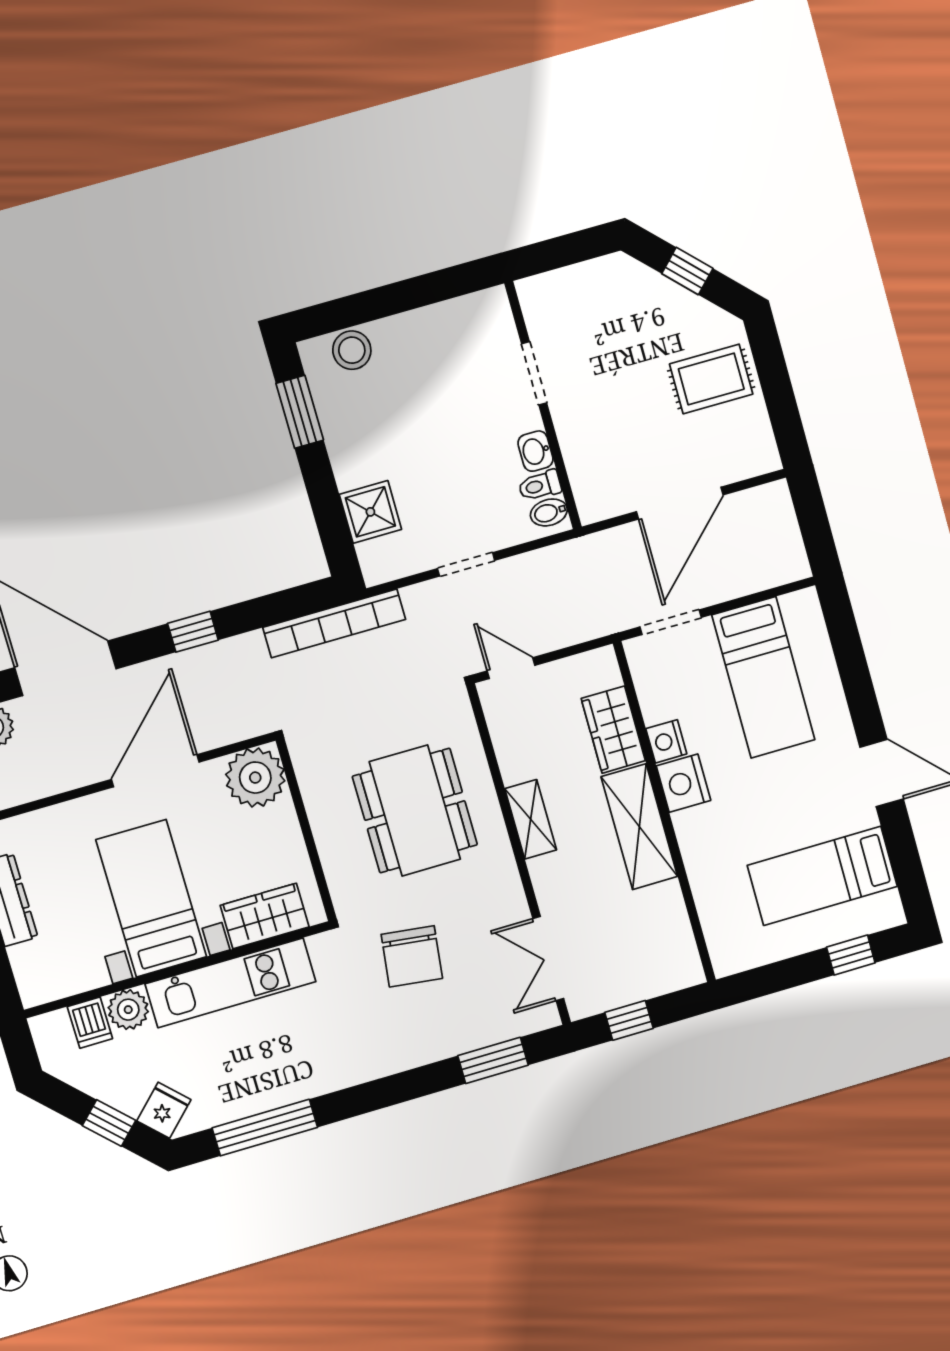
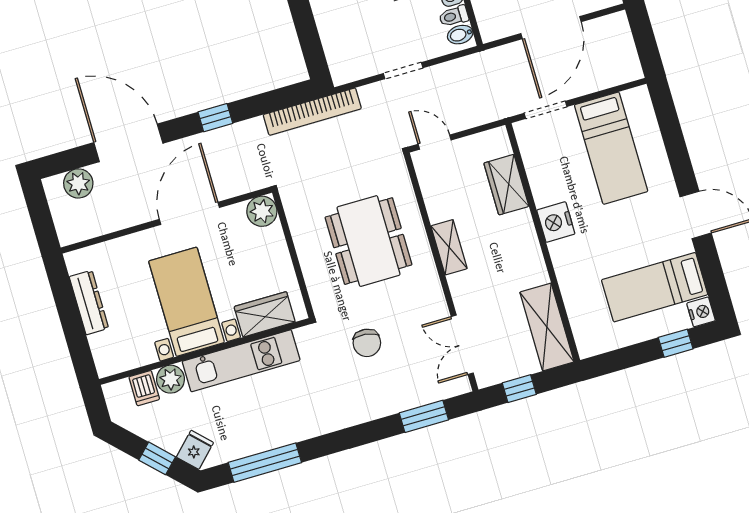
shower: (370, 512) -> (337, 35), removed
nightstand: (666, 741) -> (701, 312), moved, turned 180
plant: (255, 778) -> (262, 211), width x0.73, depth x0.73
shelving: (639, 827) -> (547, 327), moved
chair: (412, 956) -> (367, 343), width x0.73, depth x0.73

